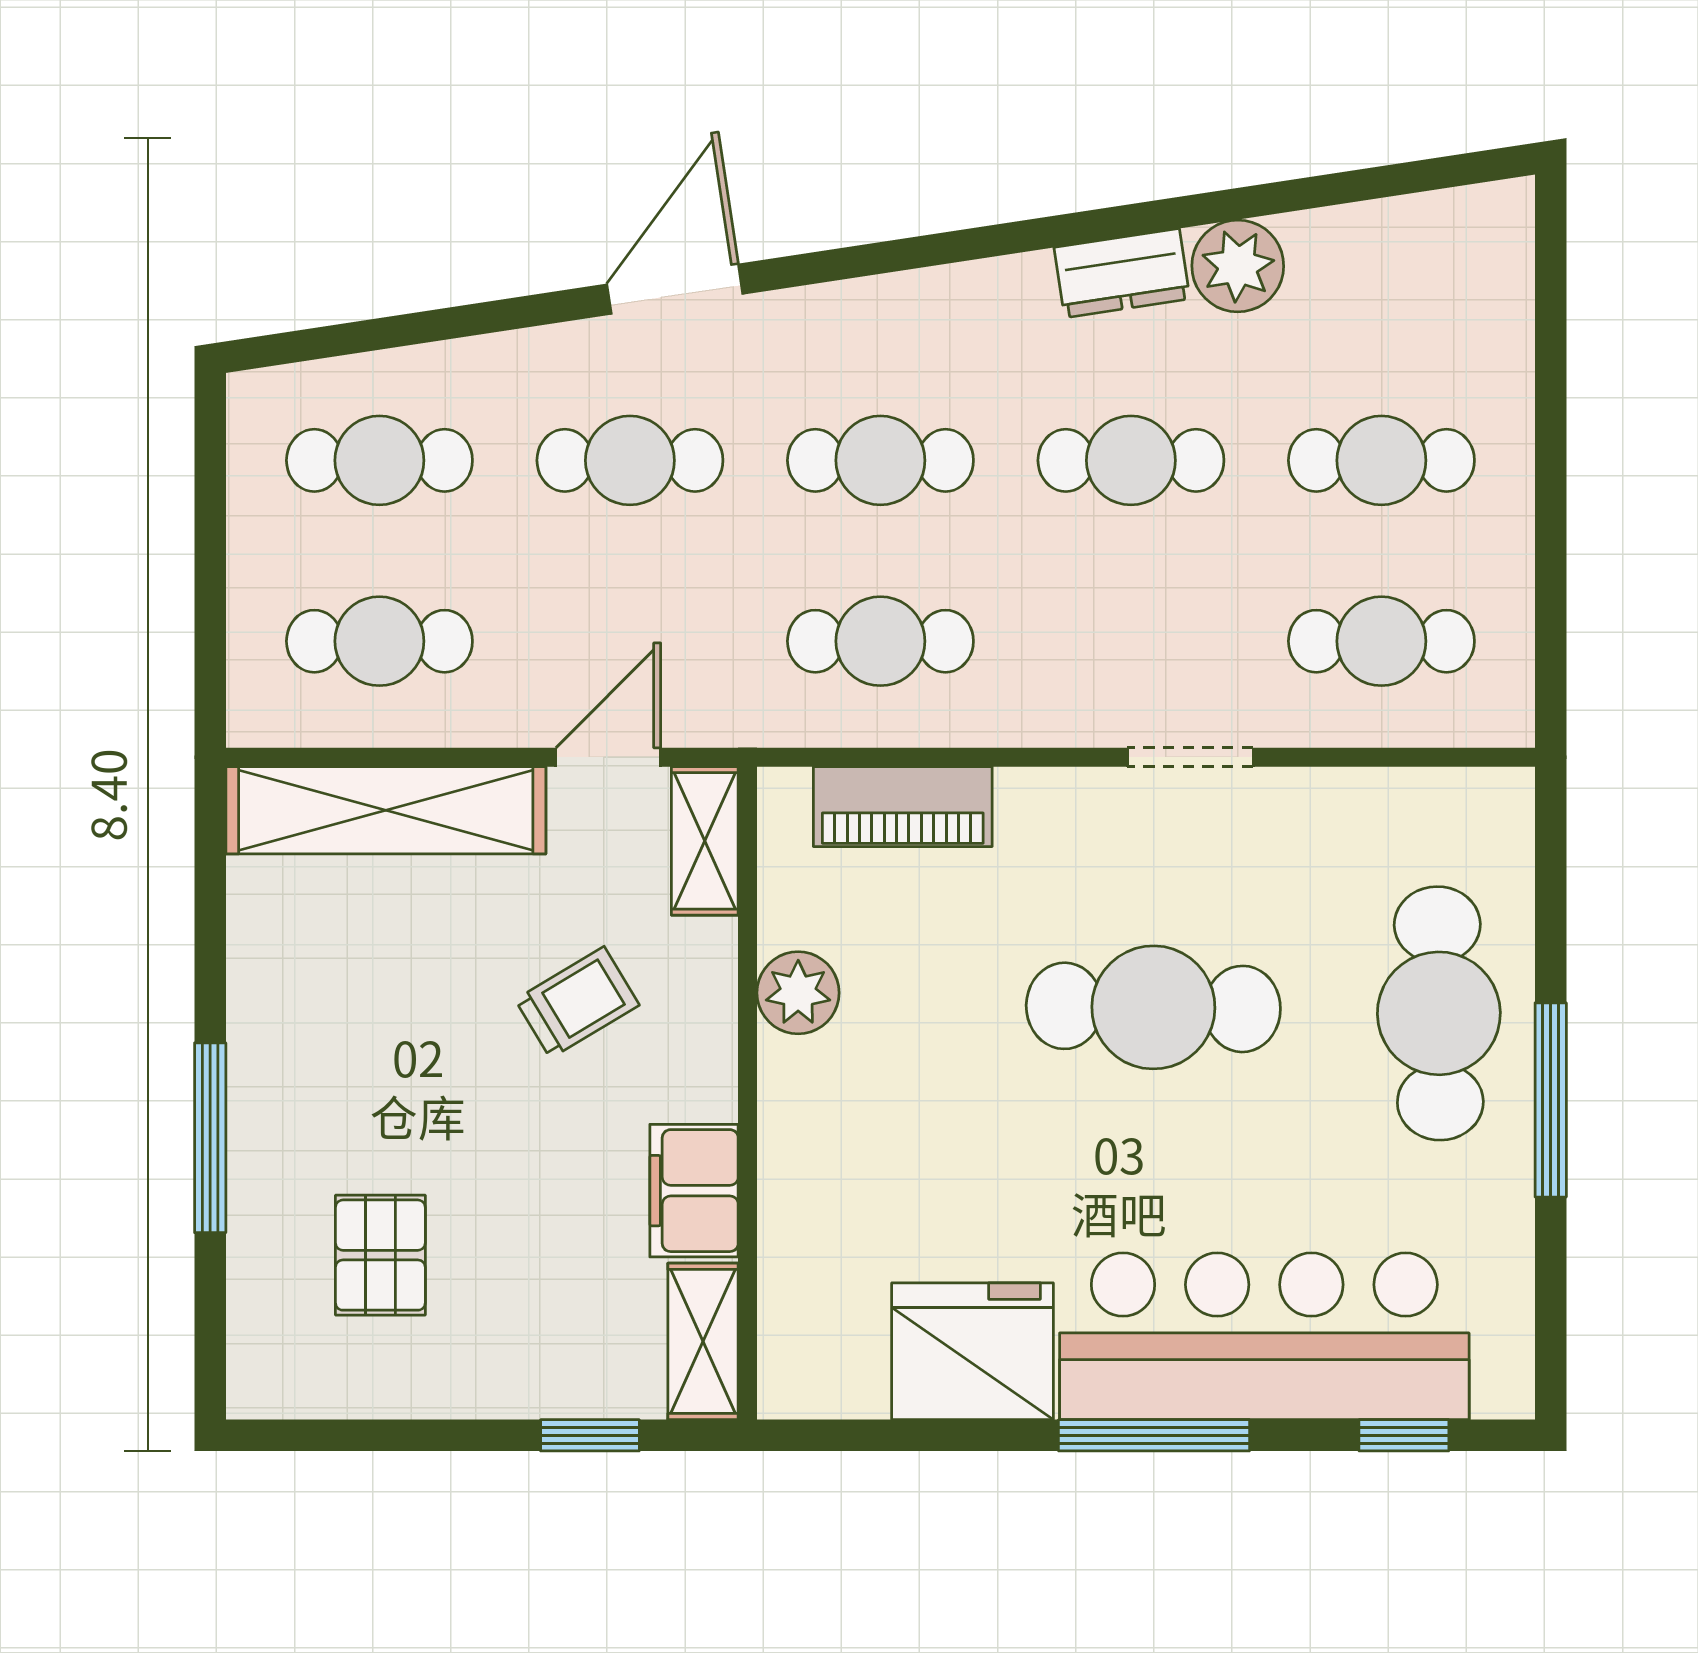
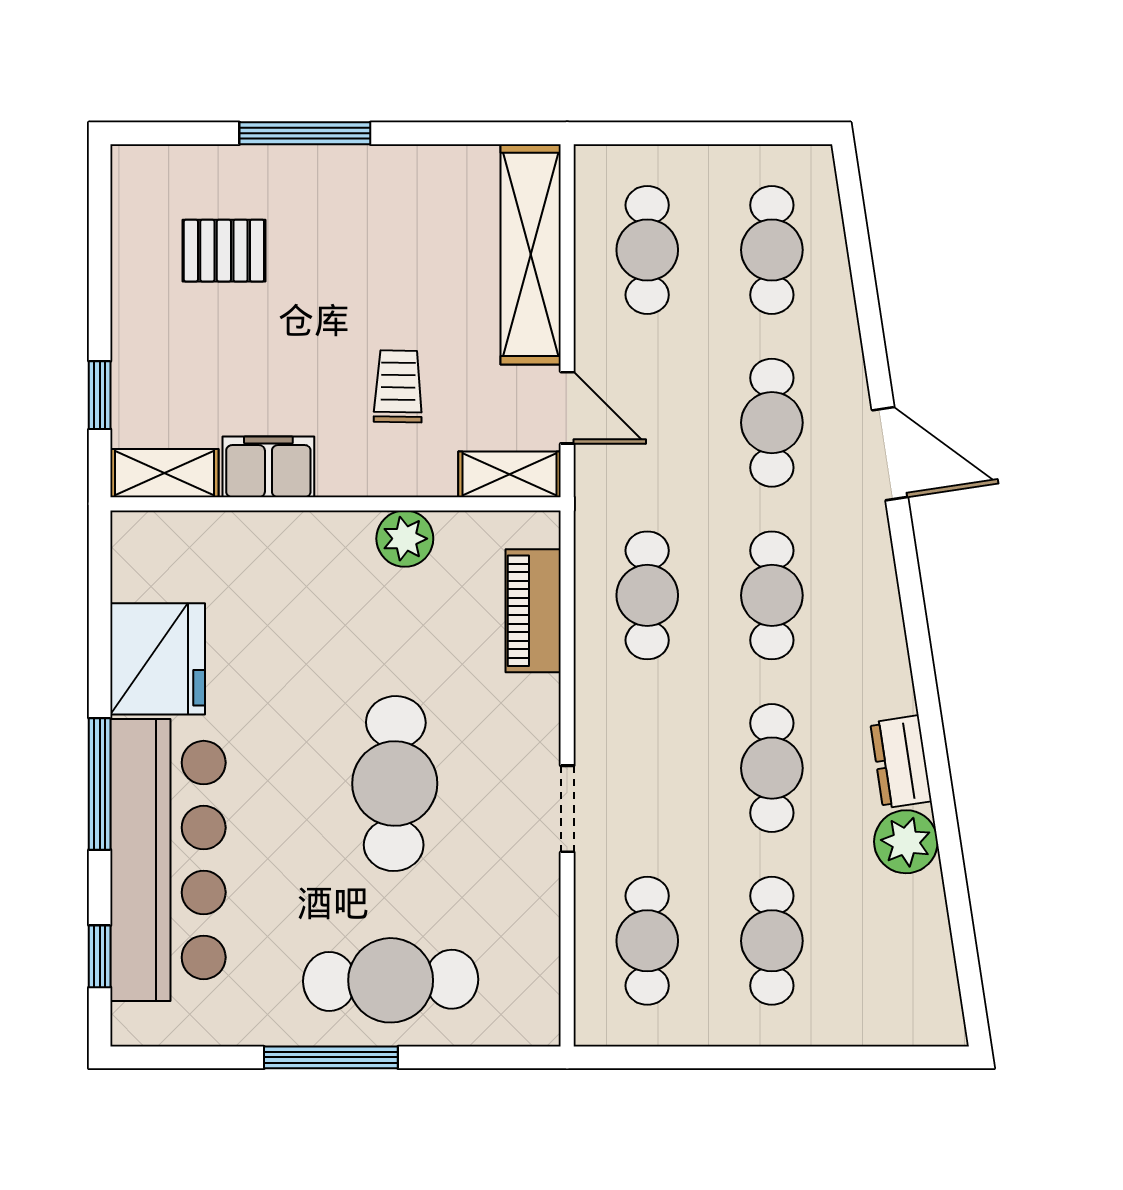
trolley: (577, 1002) -> (398, 386), turned -148

